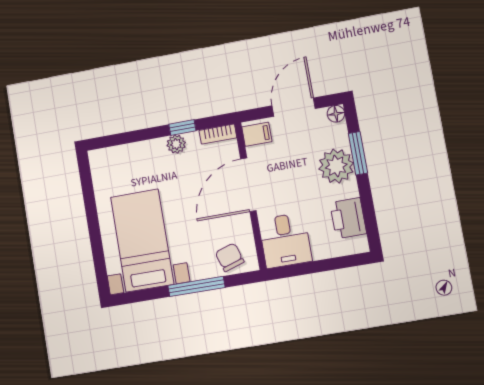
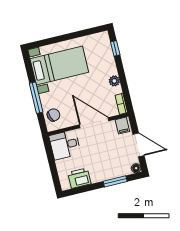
window: (182, 128) -> (115, 48), moved
plant: (336, 166) -> (107, 170), removed

